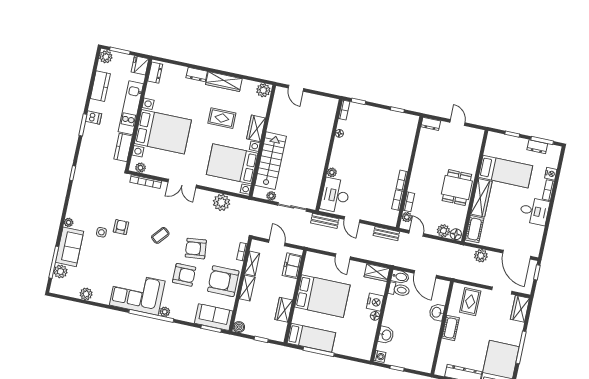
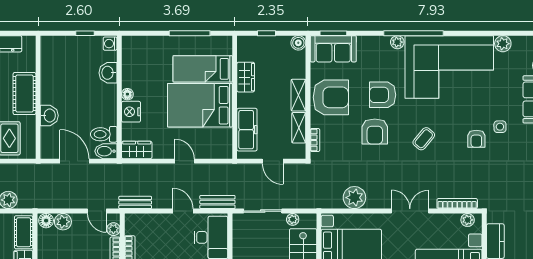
armchair: (196, 249) -> (375, 132), turned 96
freezer: (292, 266) -> (247, 130), width x1.40
corner sofa: (137, 293) -> (449, 67), width x1.36, depth x1.36
cot: (451, 328) -> (24, 94), width x1.37, depth x1.34
bed: (311, 338) -> (203, 69), moved

